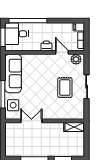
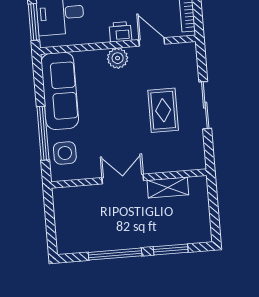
plant: (76, 59) -> (118, 58), moved
double door: (31, 121) -> (123, 179), moved
shelving: (74, 127) -> (168, 187), moved

